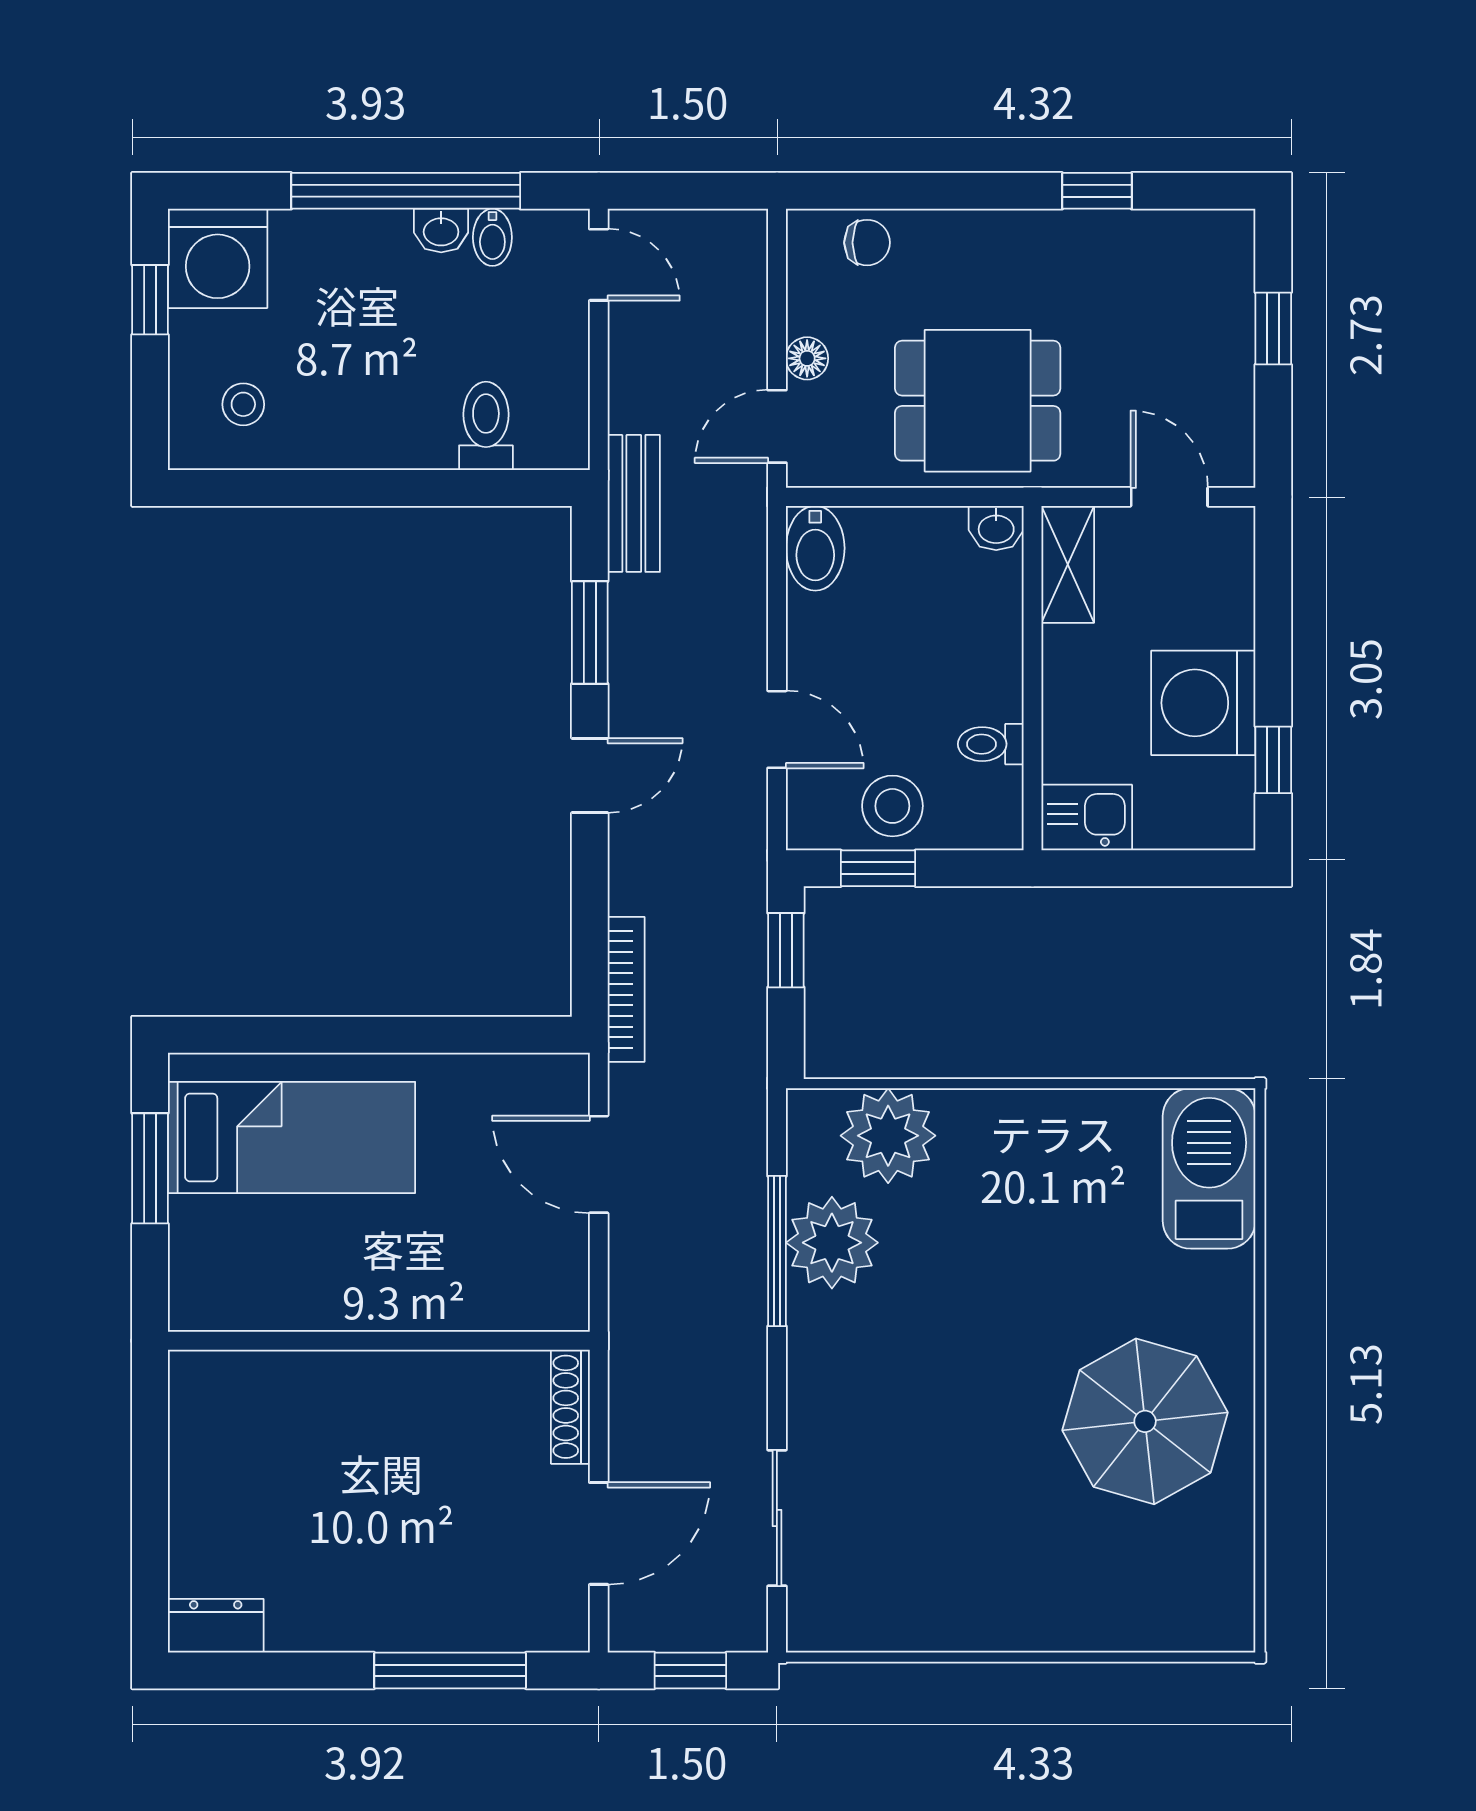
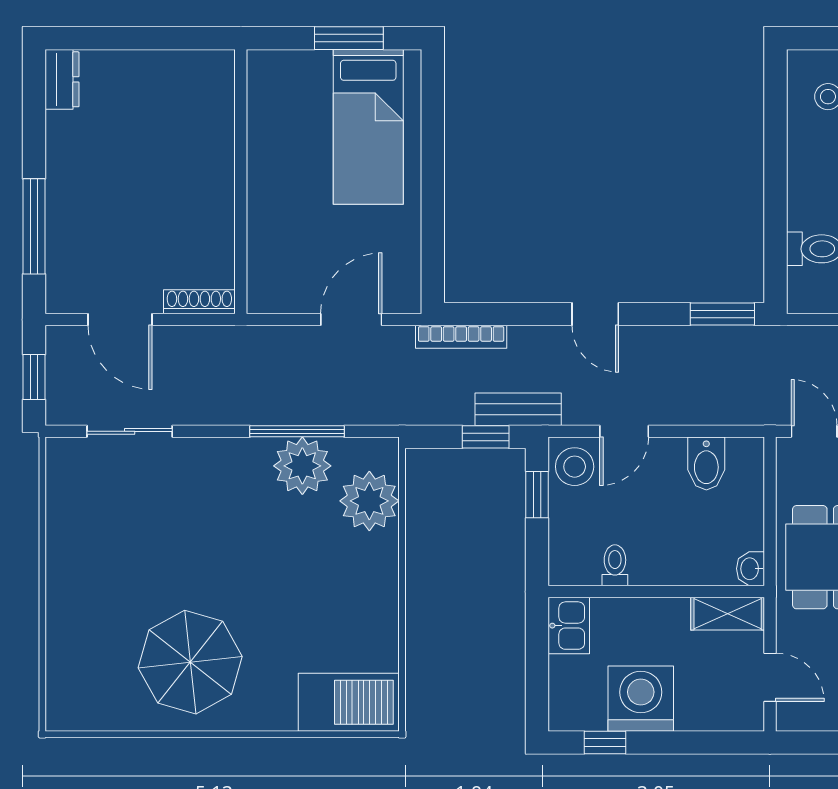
door: (1169, 497) -> (770, 677), hinge flipped
bench: (634, 503) -> (518, 409), moved
bidet: (815, 548) -> (706, 464), moved, turned -90
window: (590, 632) -> (722, 314), moved
stool: (892, 806) -> (575, 467), moved

